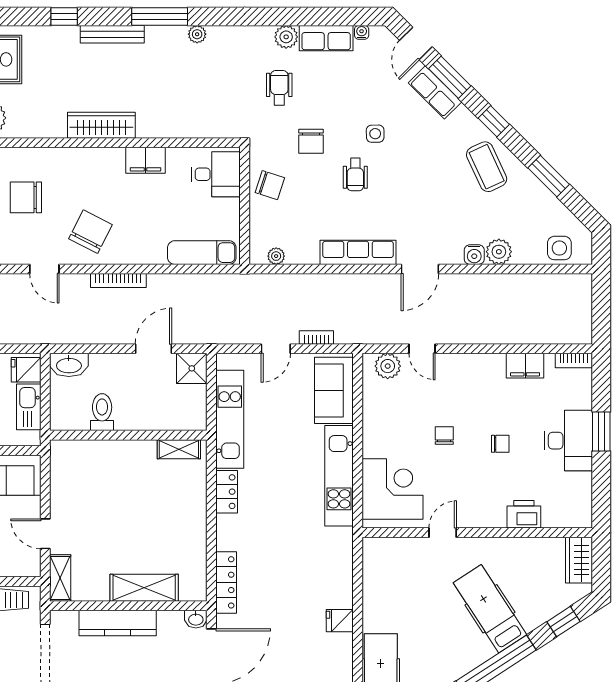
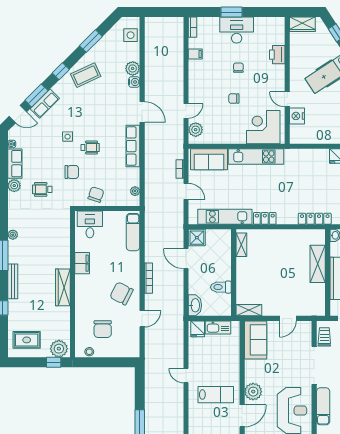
filing cabinet: (525, 366) -> (195, 54), width x0.50
nightstand: (413, 550) -> (297, 116), added
shelving: (60, 578) -> (249, 310), moved

